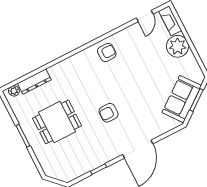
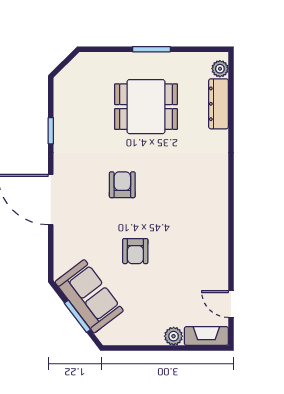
plant: (178, 46) -> (174, 336), width x0.53, depth x0.53
armchair: (107, 52) -> (135, 251), moved
dining table: (57, 122) -> (146, 107), turned 90

